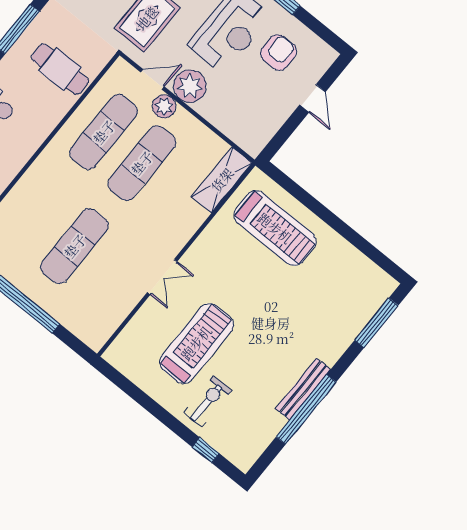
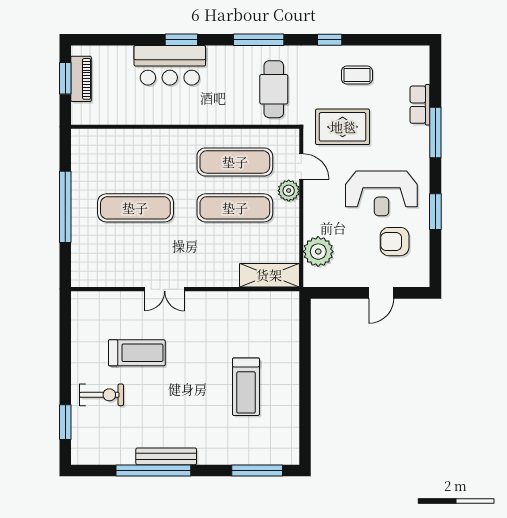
armchair: (279, 52) -> (395, 242), turned 180
cafe table: (60, 69) -> (274, 89), moved
plant: (190, 86) -> (318, 252), moved
treadmill: (275, 228) -> (246, 387), moved, width x0.73, depth x0.73
treadmill: (196, 343) -> (137, 353), width x0.73, depth x0.73
window: (206, 450) -> (65, 422), width x1.50

